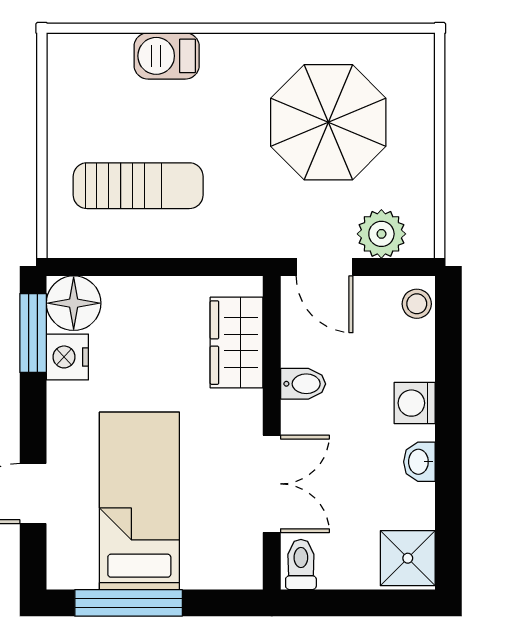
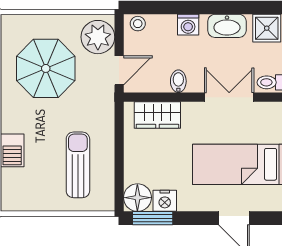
plant: (381, 234) -> (98, 37), width x1.36, depth x1.36
washbasin: (419, 462) -> (227, 26), width x1.91, depth x1.45

